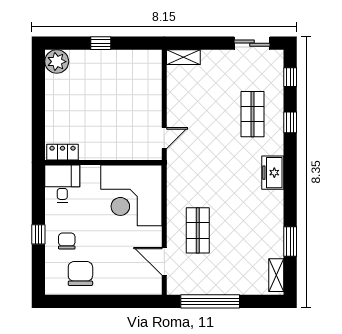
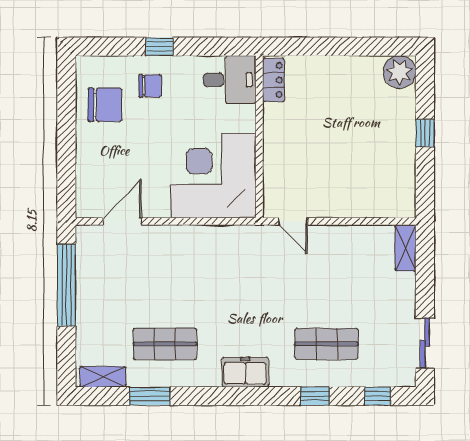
shop shelf: (198, 230) -> (165, 344), moved

